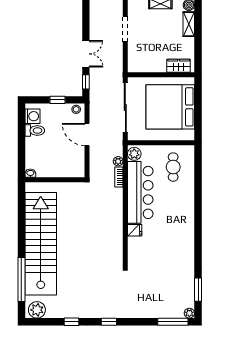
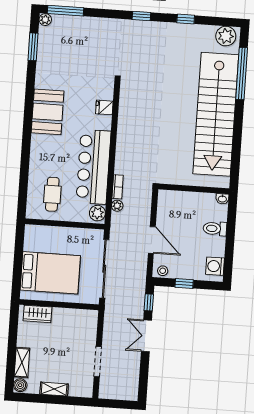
bed: (170, 107) -> (50, 273), width x0.73
toilet: (35, 130) -> (215, 229), moved
fridge: (135, 230) -> (104, 107), moved
booth: (182, 236) -> (48, 112), added

